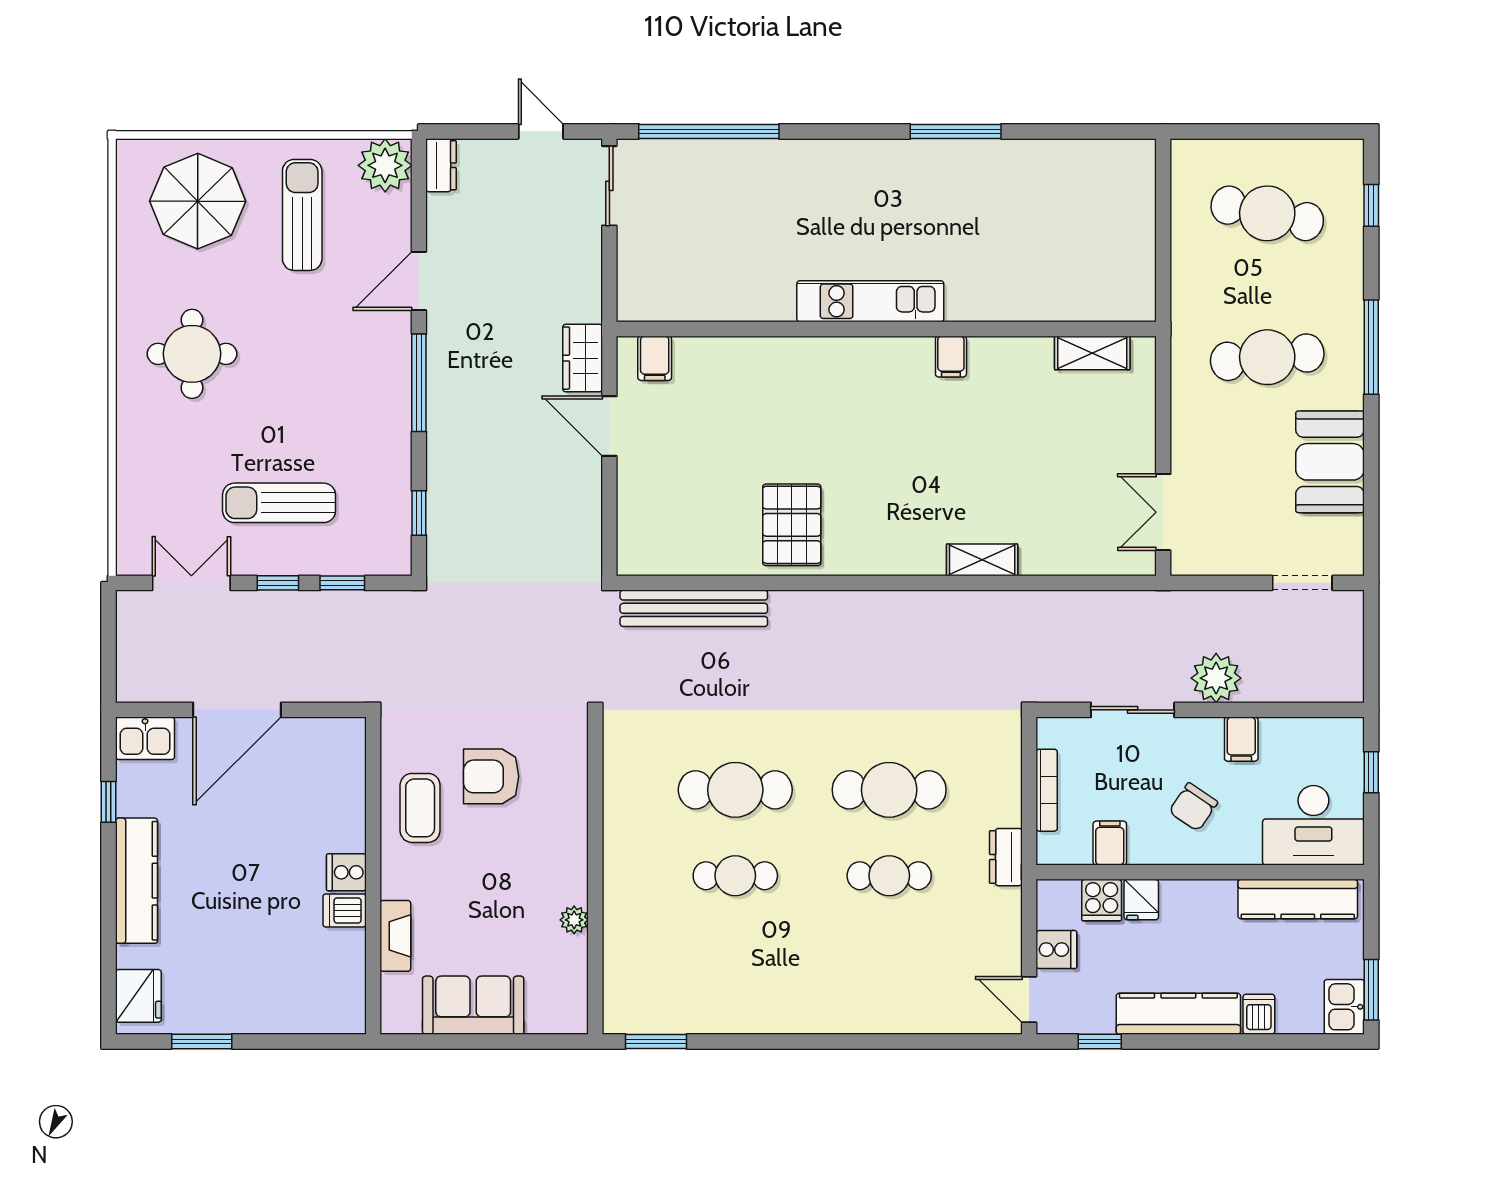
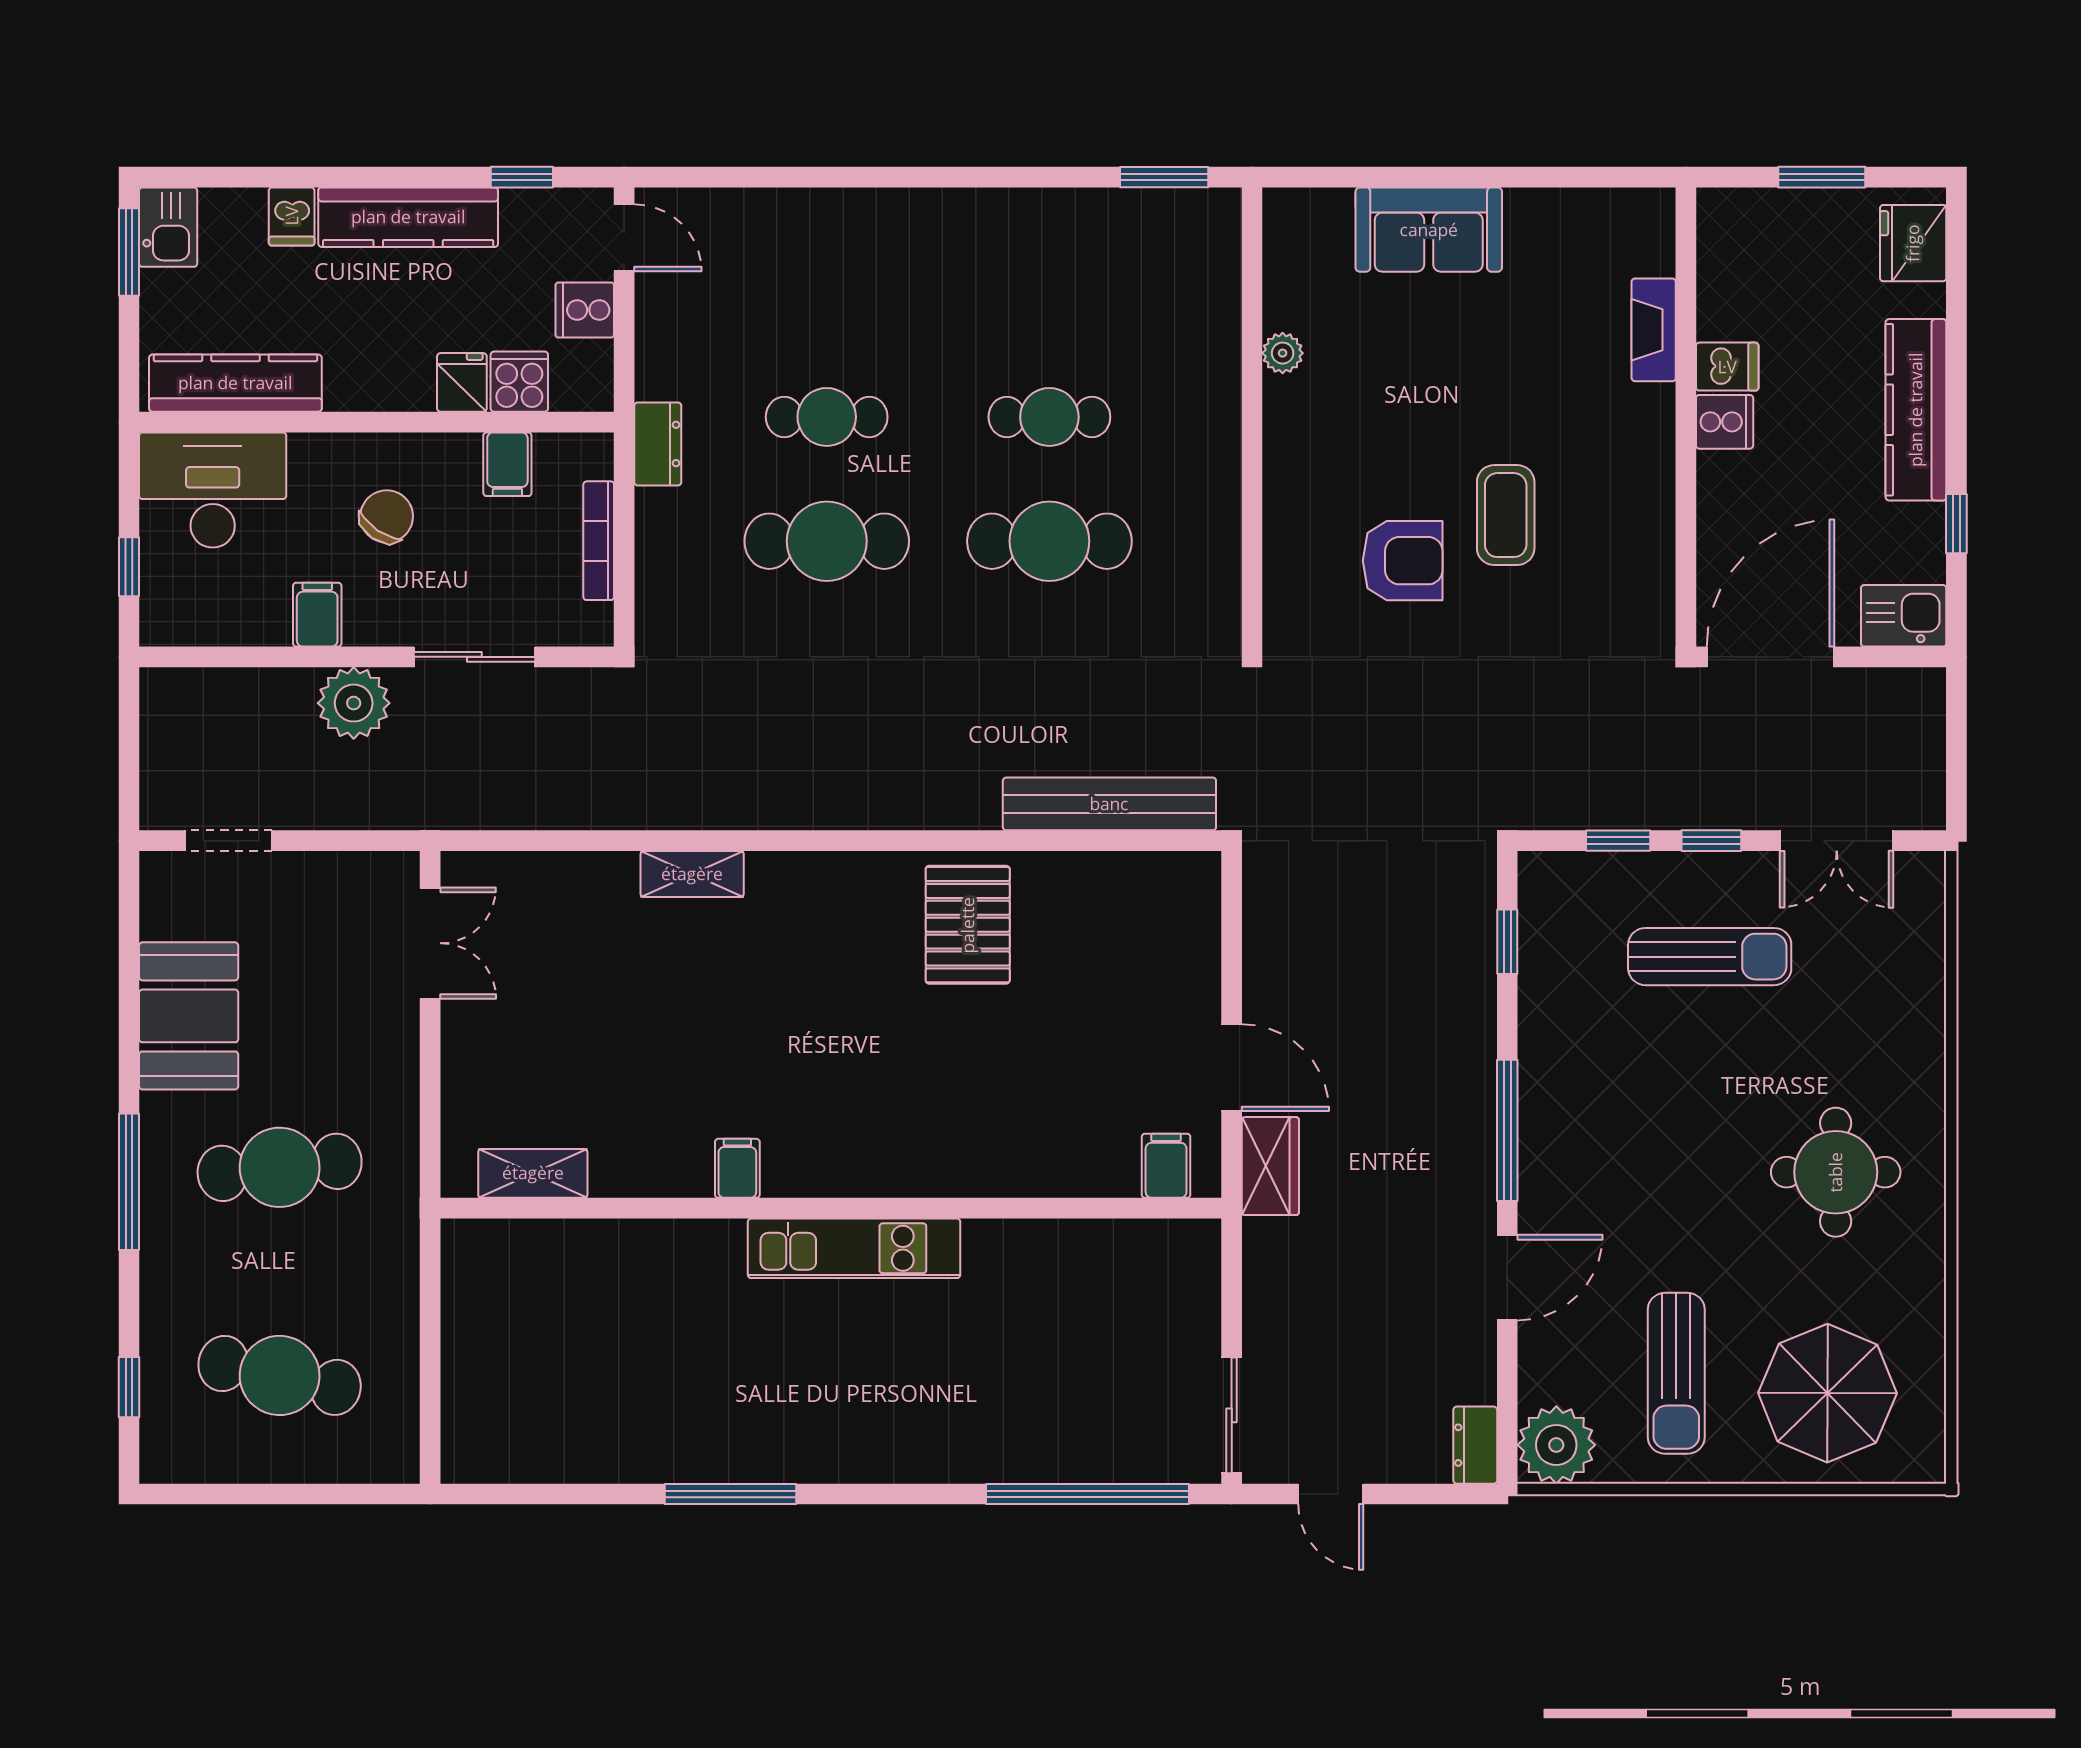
cooker: (346, 872) -> (1725, 422), moved
wall: (373, 876) -> (1686, 417), moved
dishwasher: (345, 910) -> (1727, 367), moved
fireplace: (395, 936) -> (1654, 330), moved

